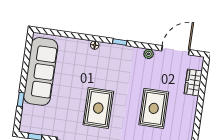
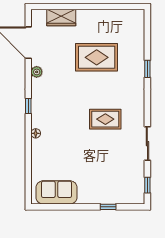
sofa: (41, 71) -> (57, 192), width x0.54, depth x0.79
rug: (98, 108) -> (105, 119), width x0.73, depth x0.70

